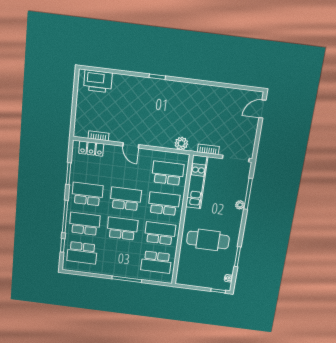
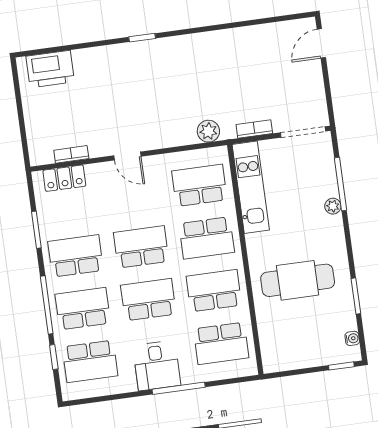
school desk: (164, 204) -> (207, 238), turned 180
desk: (118, 264) -> (157, 366), added

